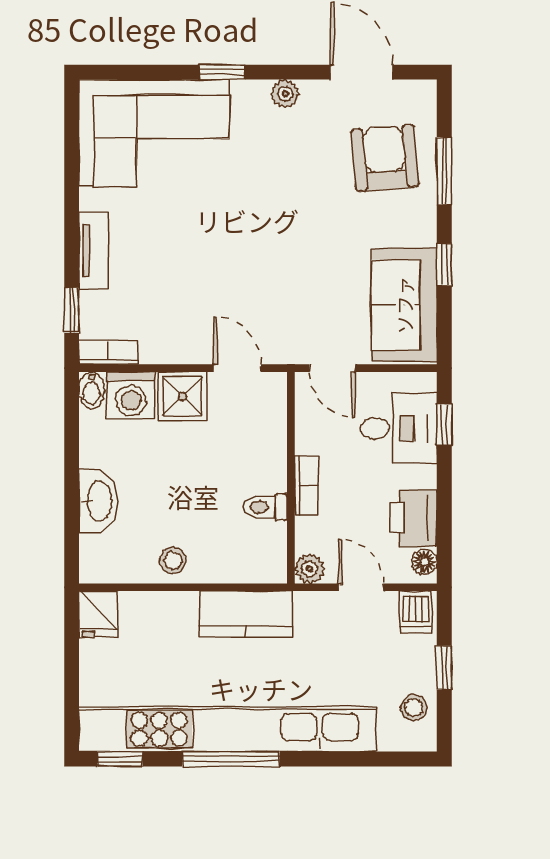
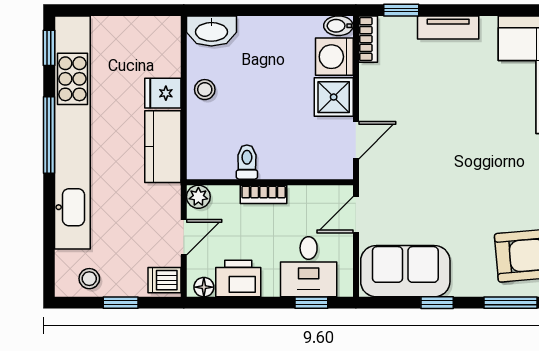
washbasin: (98, 501) -> (211, 31), moved
fridge: (98, 614) -> (163, 93), moved

